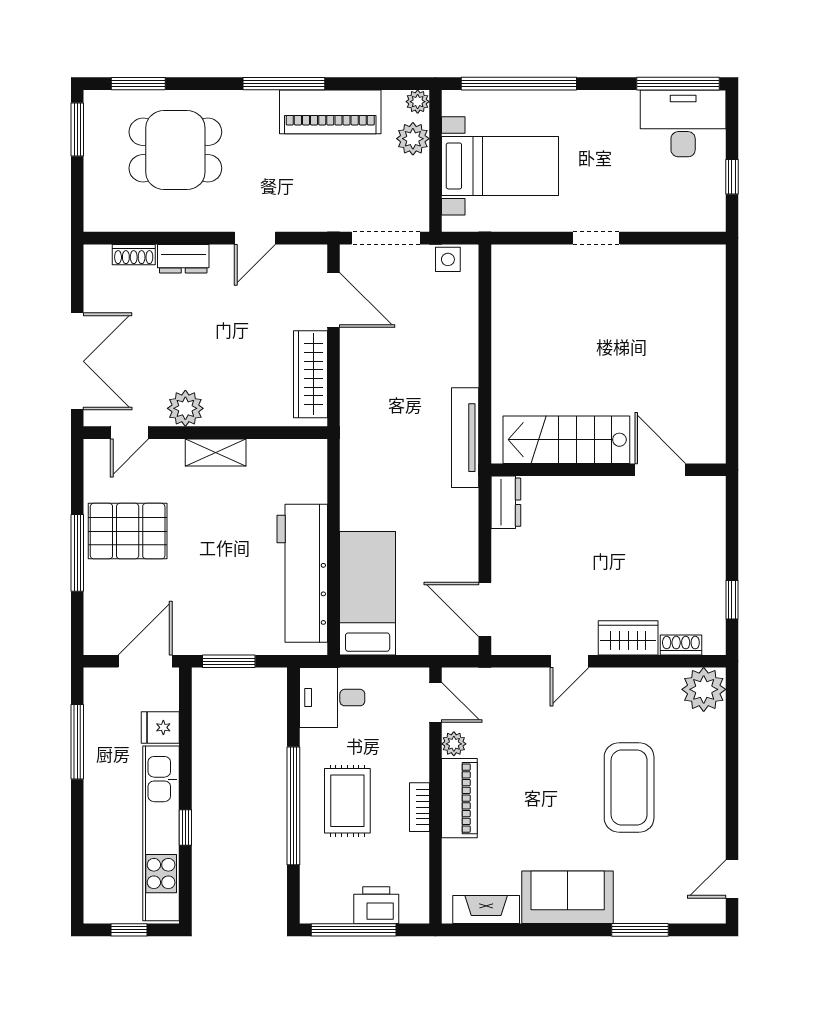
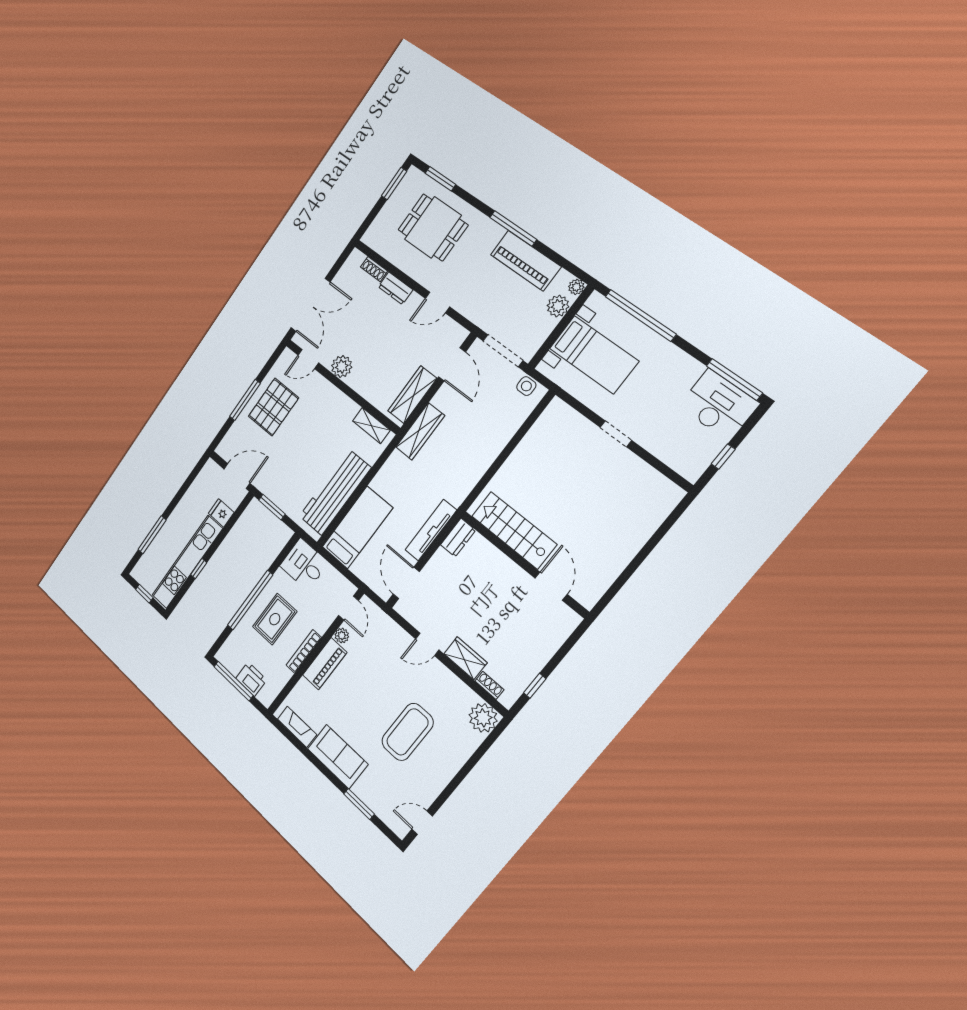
wardrobe: (356, 411) -> (420, 431), added
tv unit: (465, 438) -> (431, 530), moved
shelving: (216, 452) -> (371, 426), moved
pallet: (128, 531) -> (273, 407), turned 90
window: (77, 742) -> (152, 535), moved
bookcase: (420, 807) -> (304, 651), width x1.56

